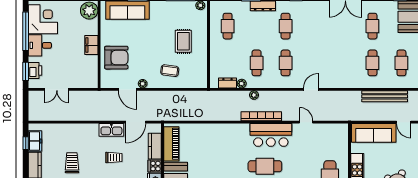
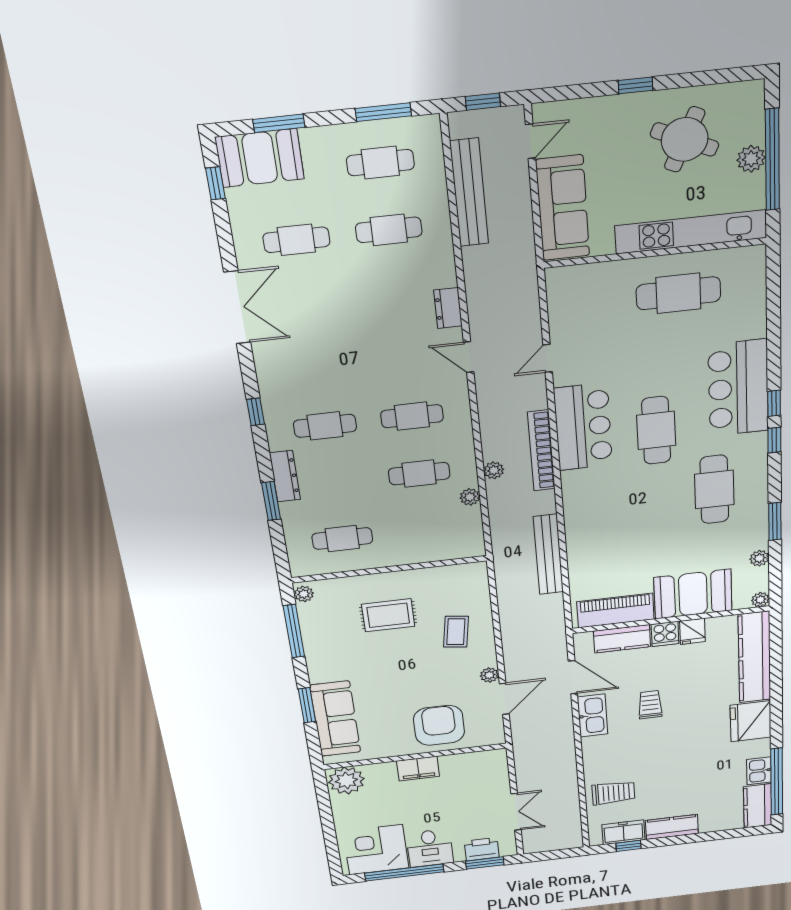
dresser: (227, 83) -> (448, 308), moved
bench: (207, 116) -> (548, 555), added
trolley: (72, 163) -> (613, 793), moved, turned 180

